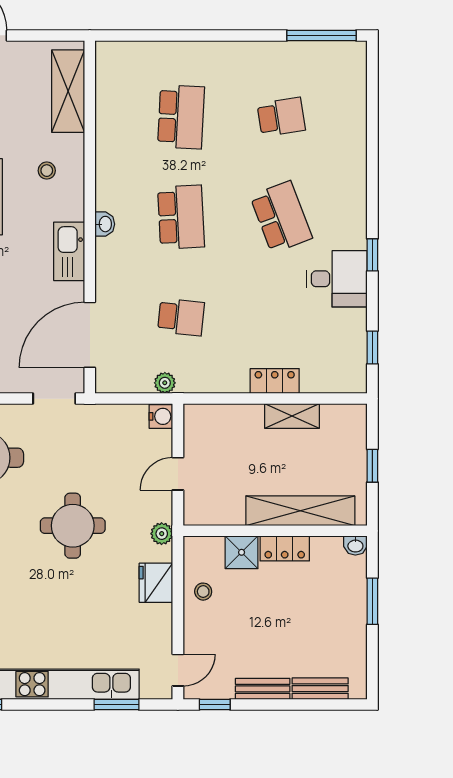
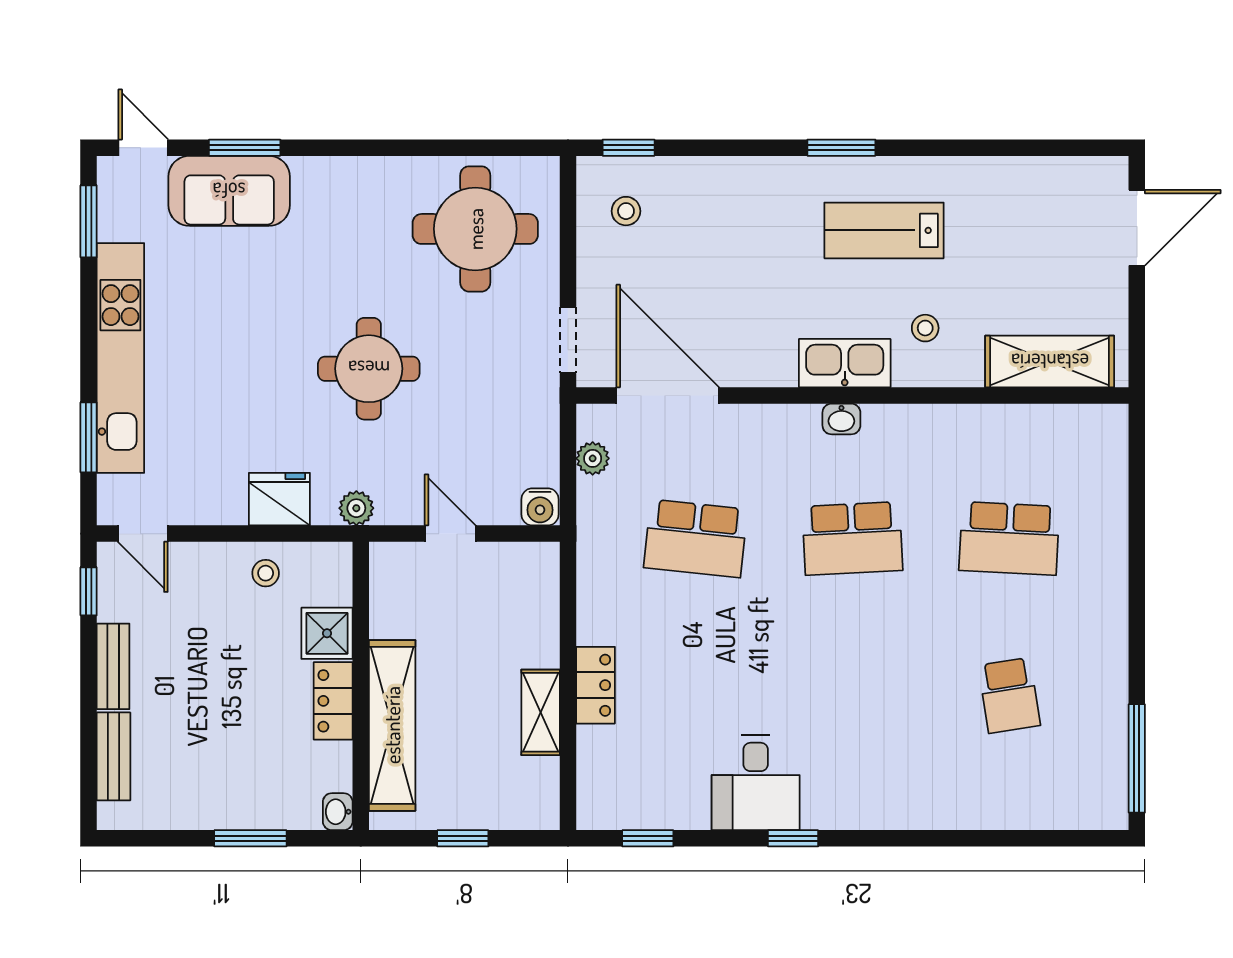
school desk: (281, 217) -> (852, 695), removed
kitchen sink: (69, 251) -> (845, 363), moved
school desk: (181, 317) -> (696, 538), width x1.85
plant: (165, 383) -> (593, 458), moved

